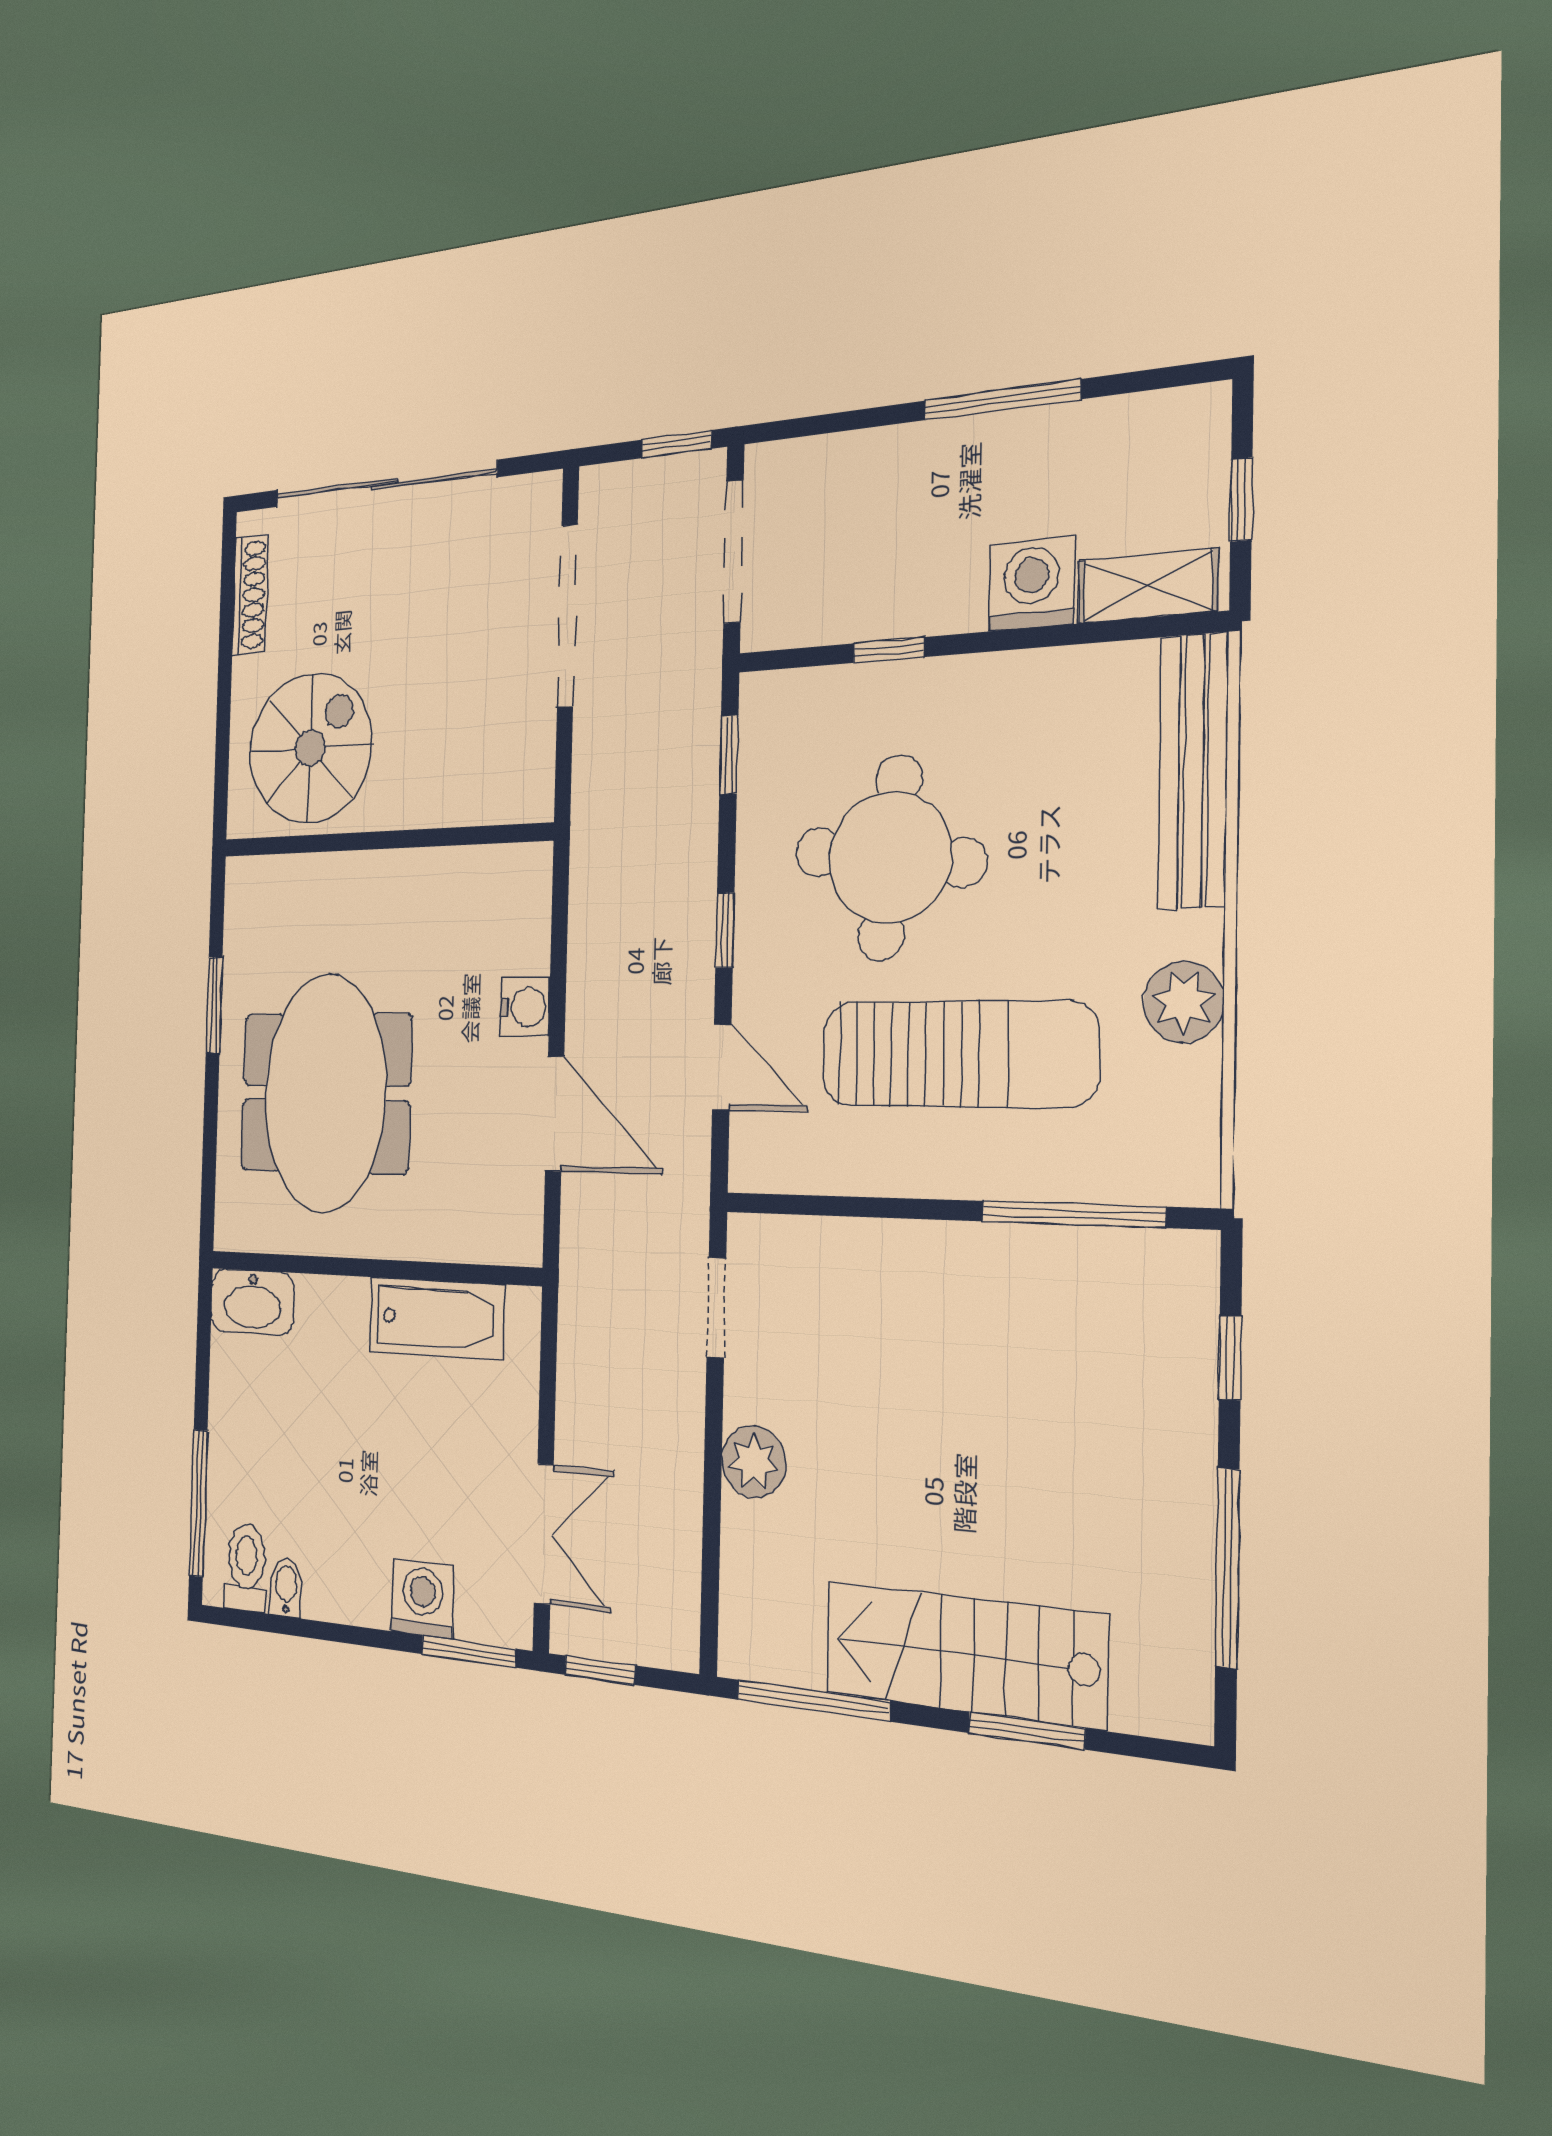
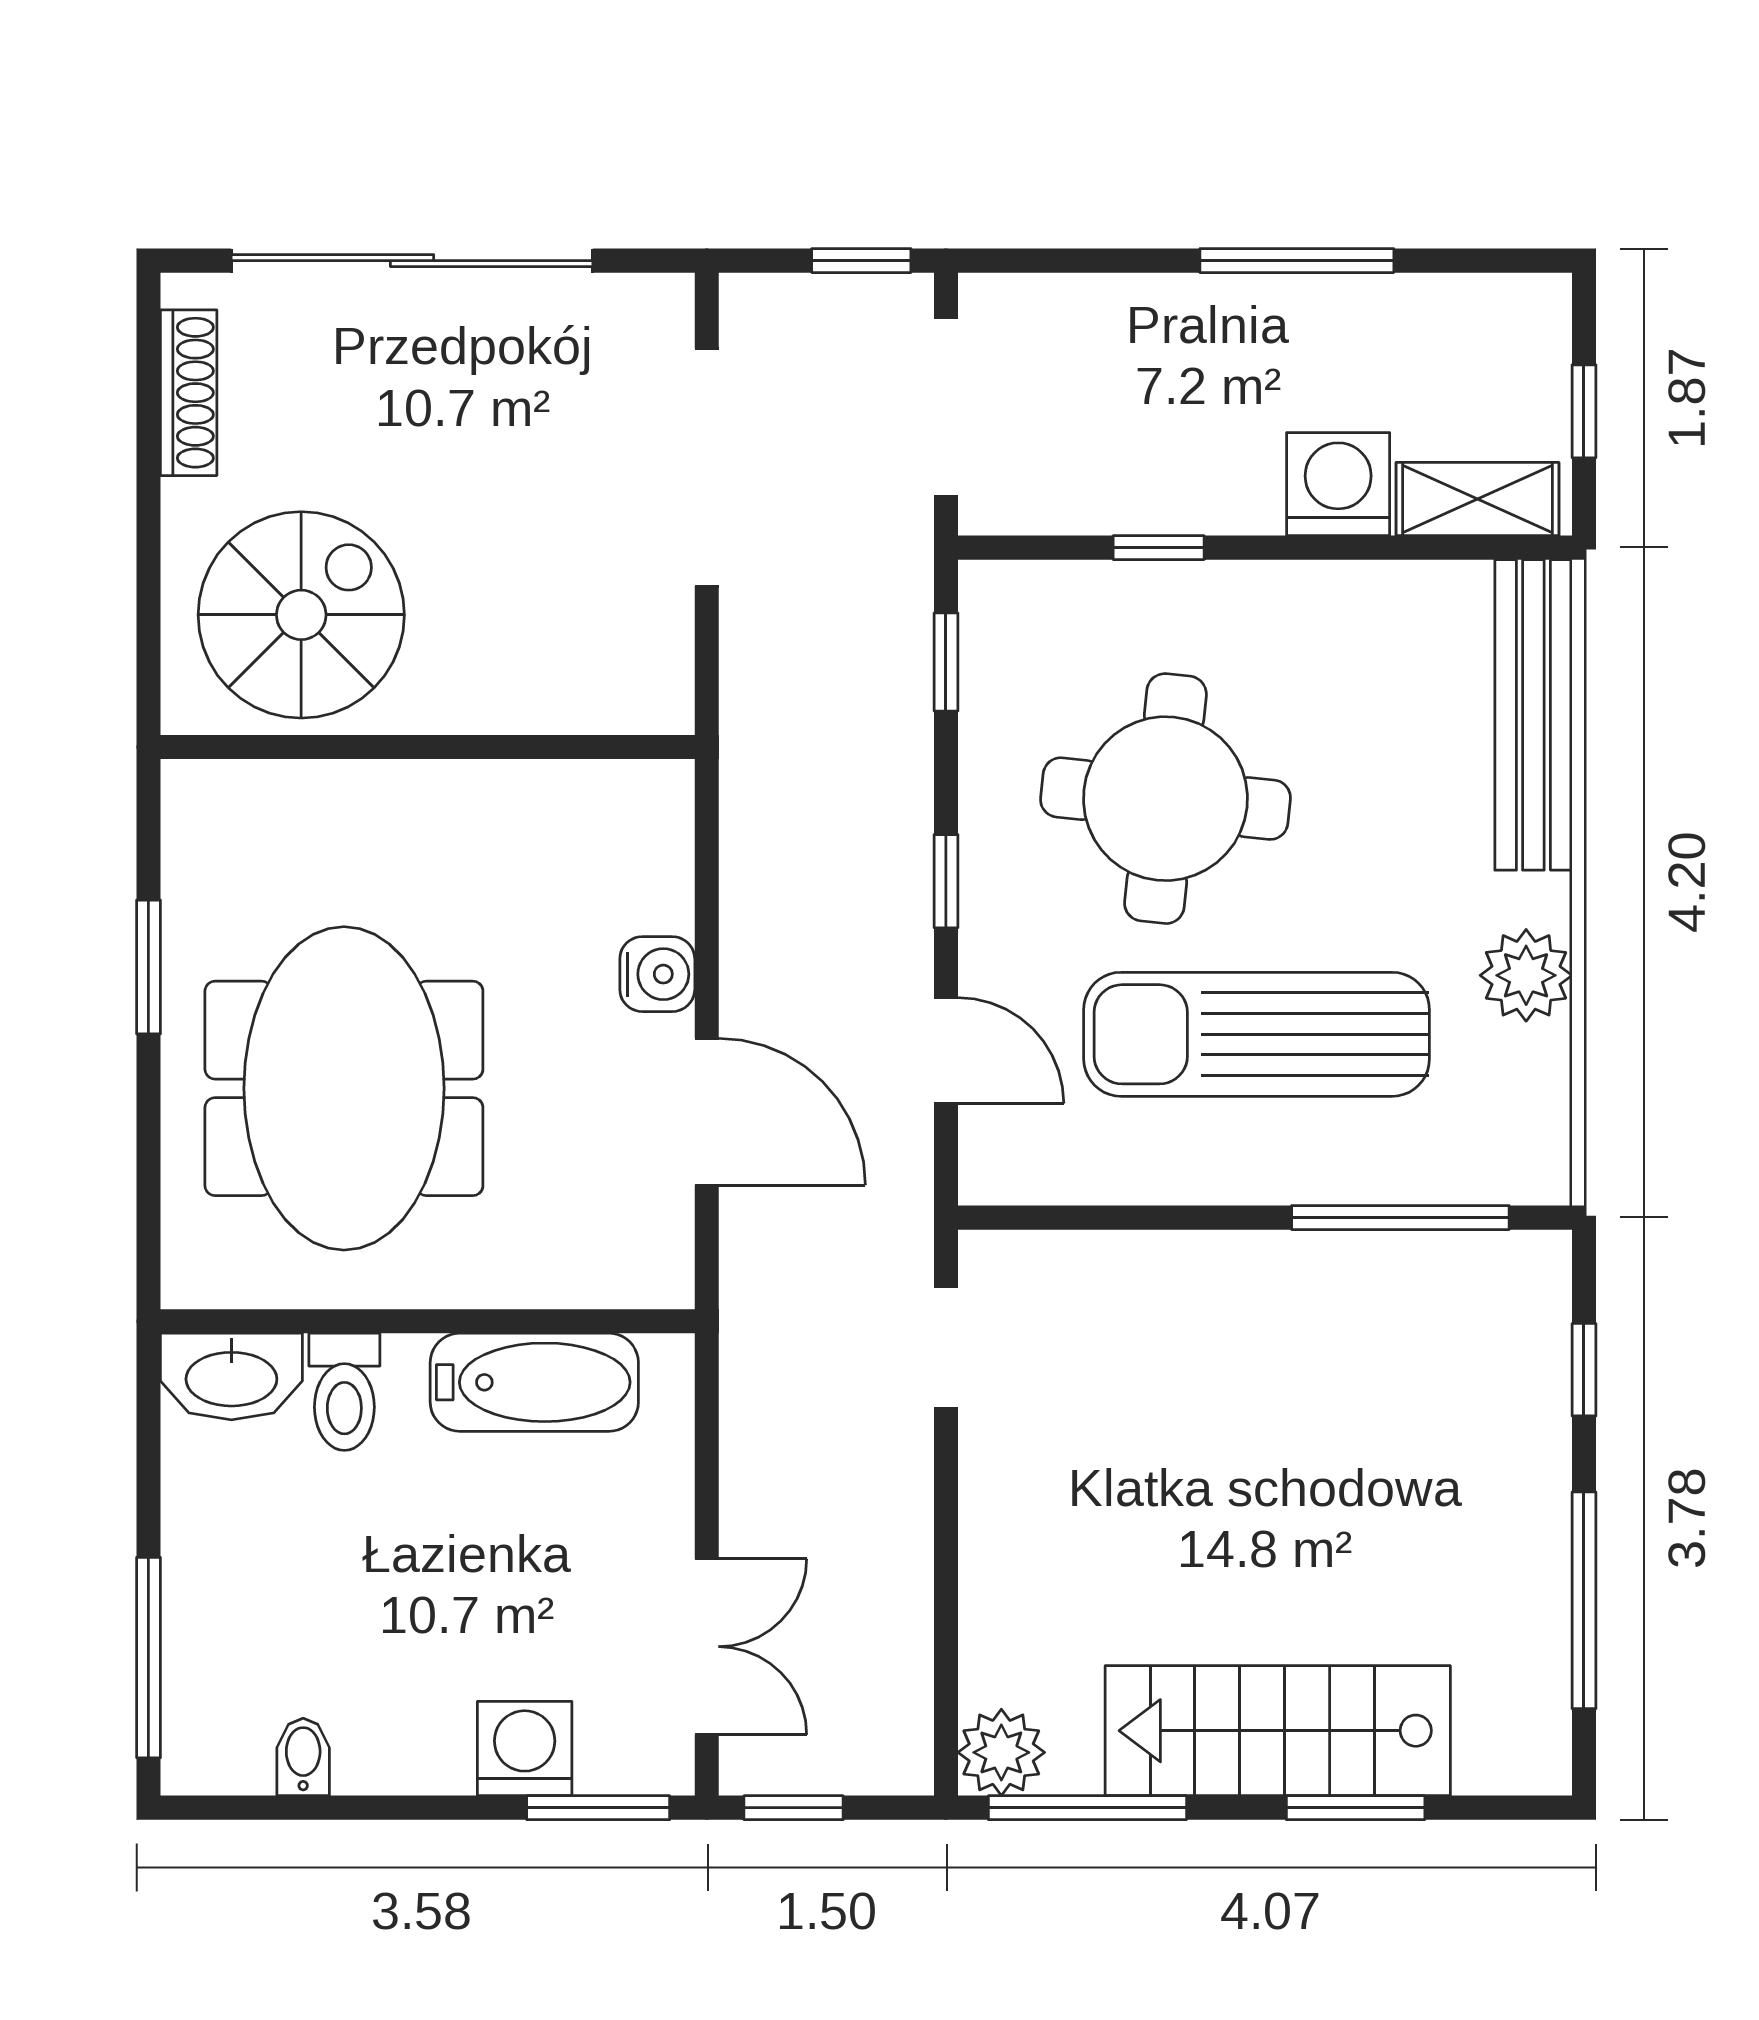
sun lounger: (958, 1054) -> (1257, 1034), turned 180
plant: (753, 1462) -> (1001, 1752), moved
toilet: (246, 1568) -> (344, 1392), moved, turned 180

